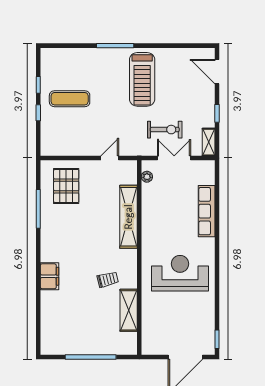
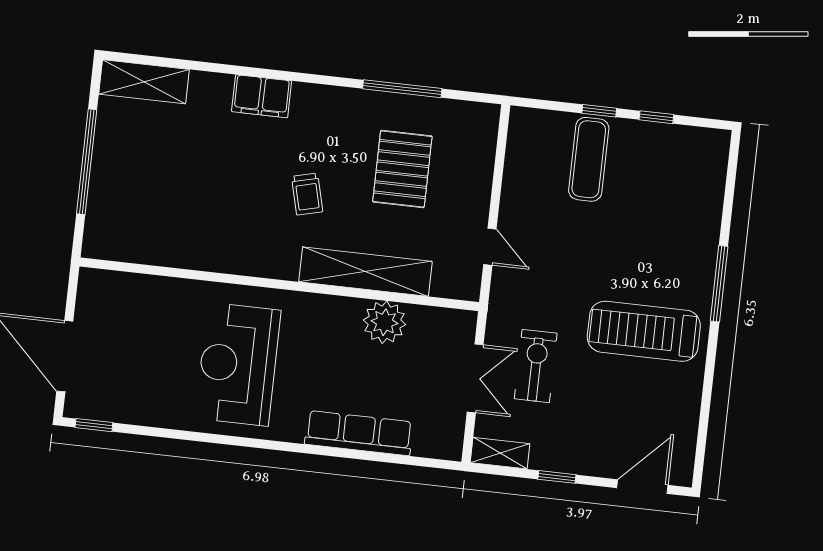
exercise mat: (70, 99) -> (589, 159), moved
exercise bike: (165, 130) -> (536, 366), turned 180
plant: (147, 177) -> (385, 322), moved, width x1.88, depth x1.88
pallet: (66, 186) -> (402, 169), moved, turned 90
reception desk: (180, 273) -> (238, 364), turned 180
trolley: (108, 280) -> (307, 194), moved
shelving: (129, 310) -> (144, 82), moved

